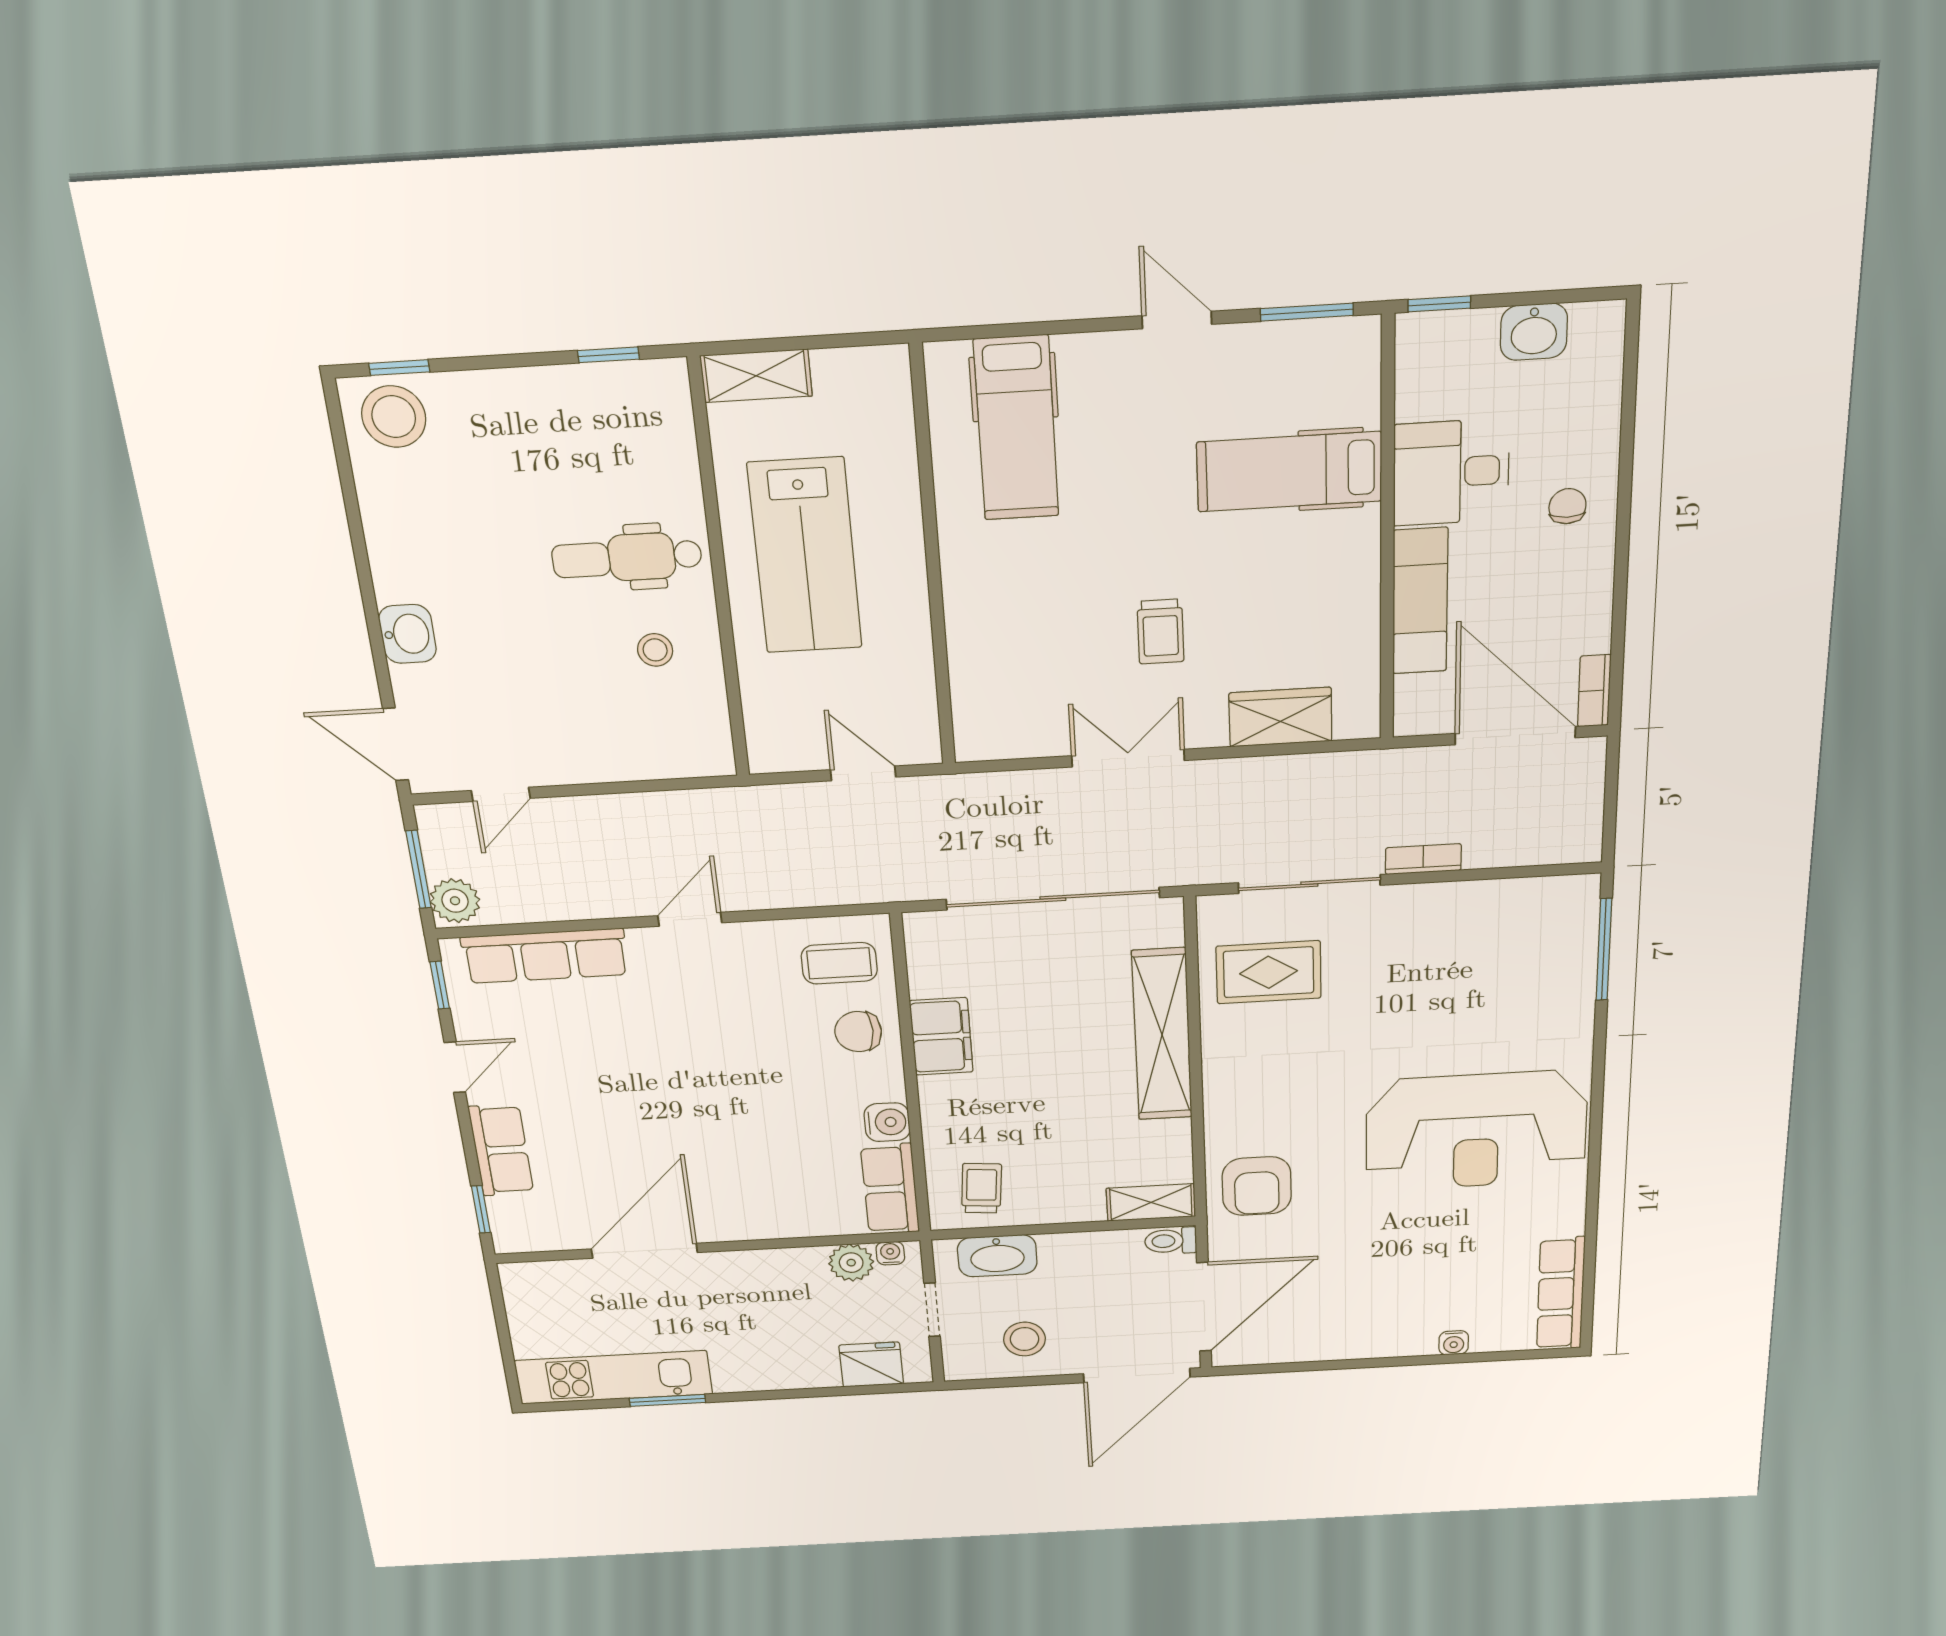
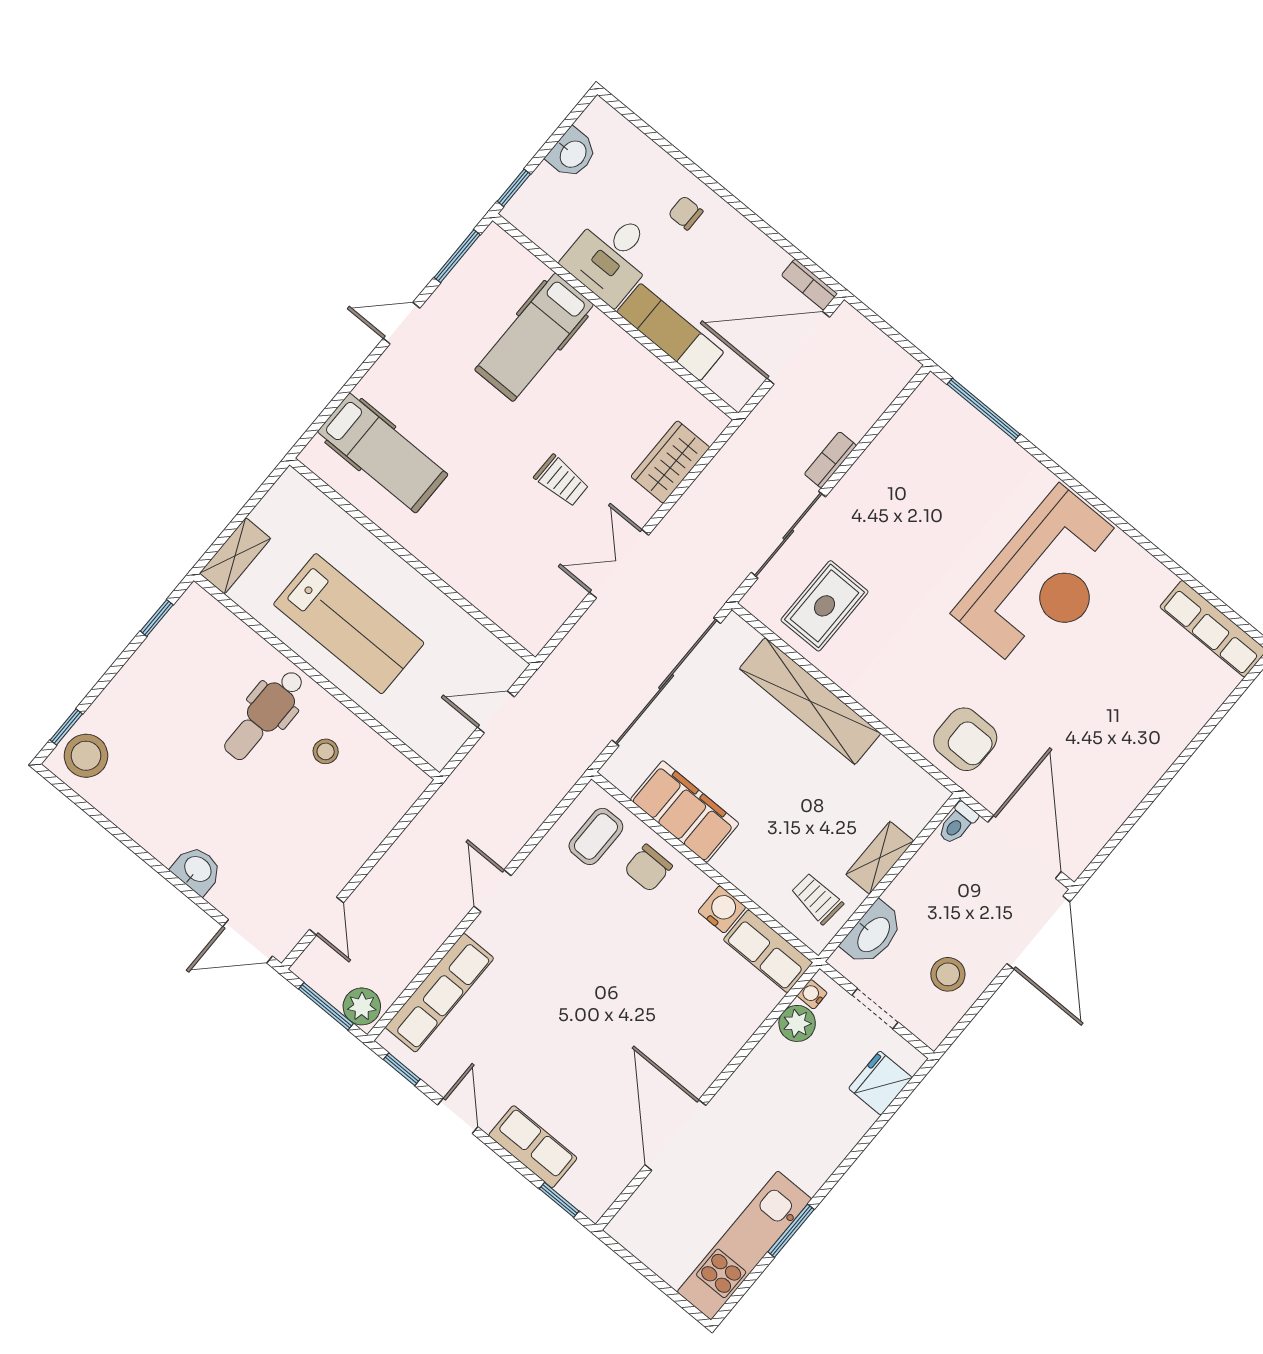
filing cabinet: (941, 1036) -> (685, 811), width x1.50, depth x1.17
shelving: (1151, 1202) -> (880, 858), moved
water cooler: (1454, 1343) -> (1192, 723), removed

